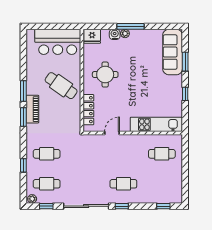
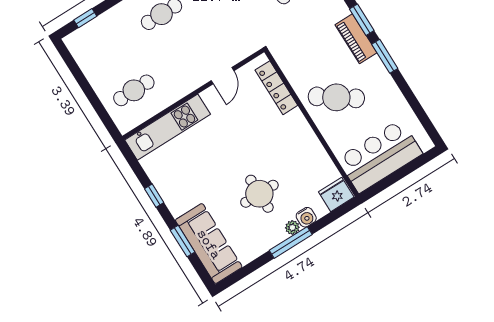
round table: (105, 75) -> (259, 194), moved

